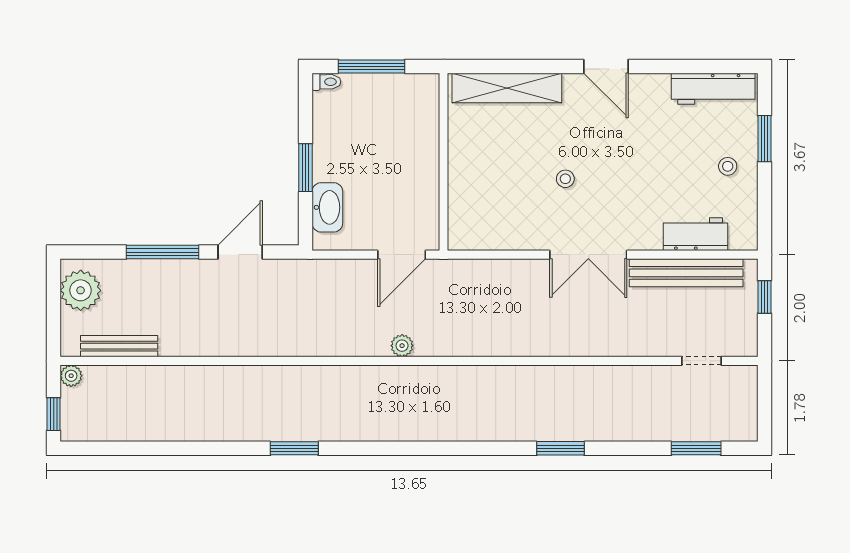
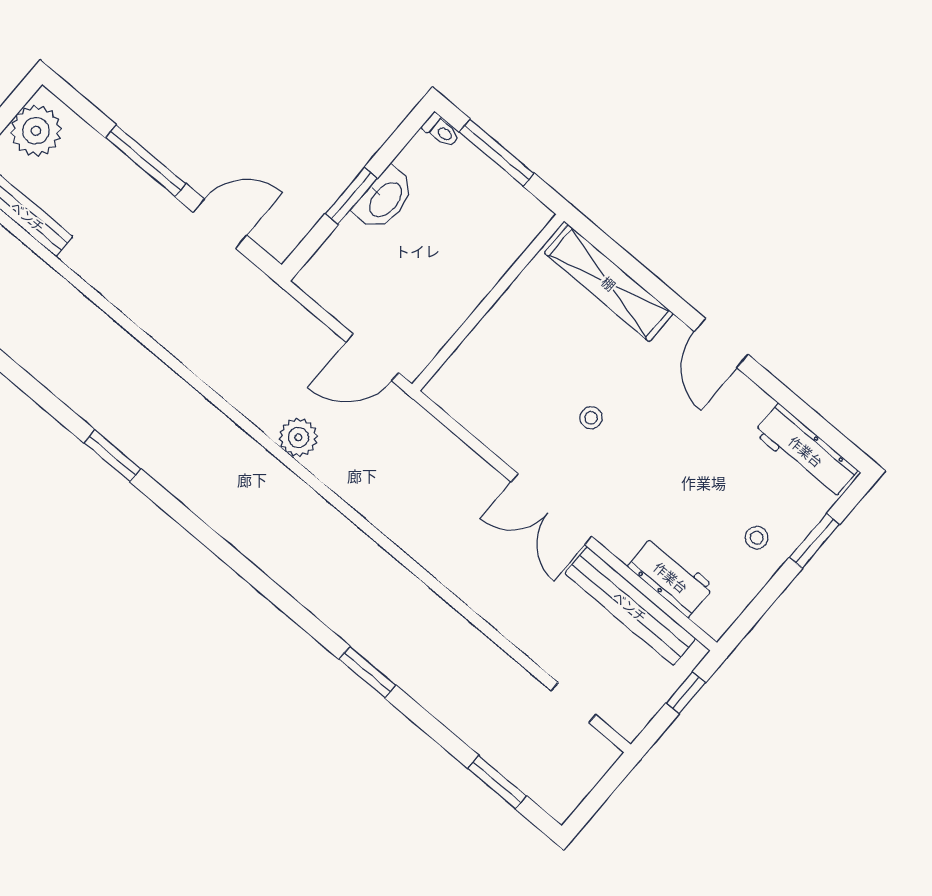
washbasin: (327, 207) -> (385, 199), moved
plant: (402, 346) -> (298, 437), width x1.38, depth x1.38

